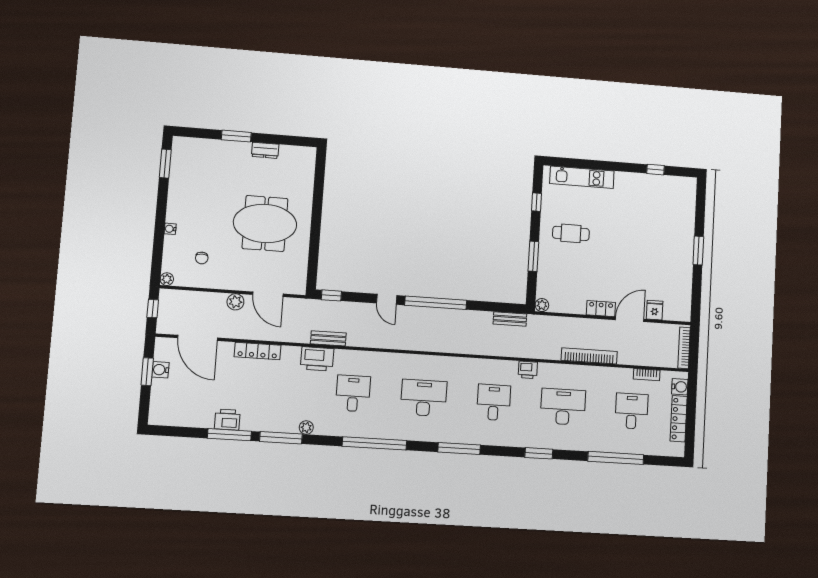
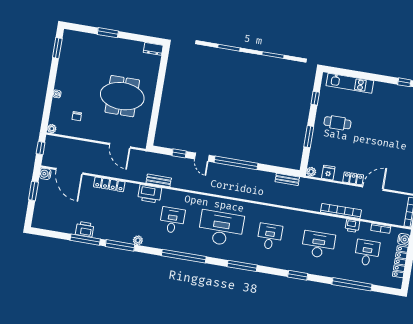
dresser: (265, 150) -> (153, 49), moved
window: (331, 295) -> (179, 153), moved
plant: (235, 302) -> (97, 149), removed
fridge: (655, 310) -> (328, 173), moved
water cooler: (160, 370) -> (45, 174), moved
printer: (528, 370) -> (352, 226), moved
desk: (424, 398) -> (221, 228), width x1.36, depth x1.30

